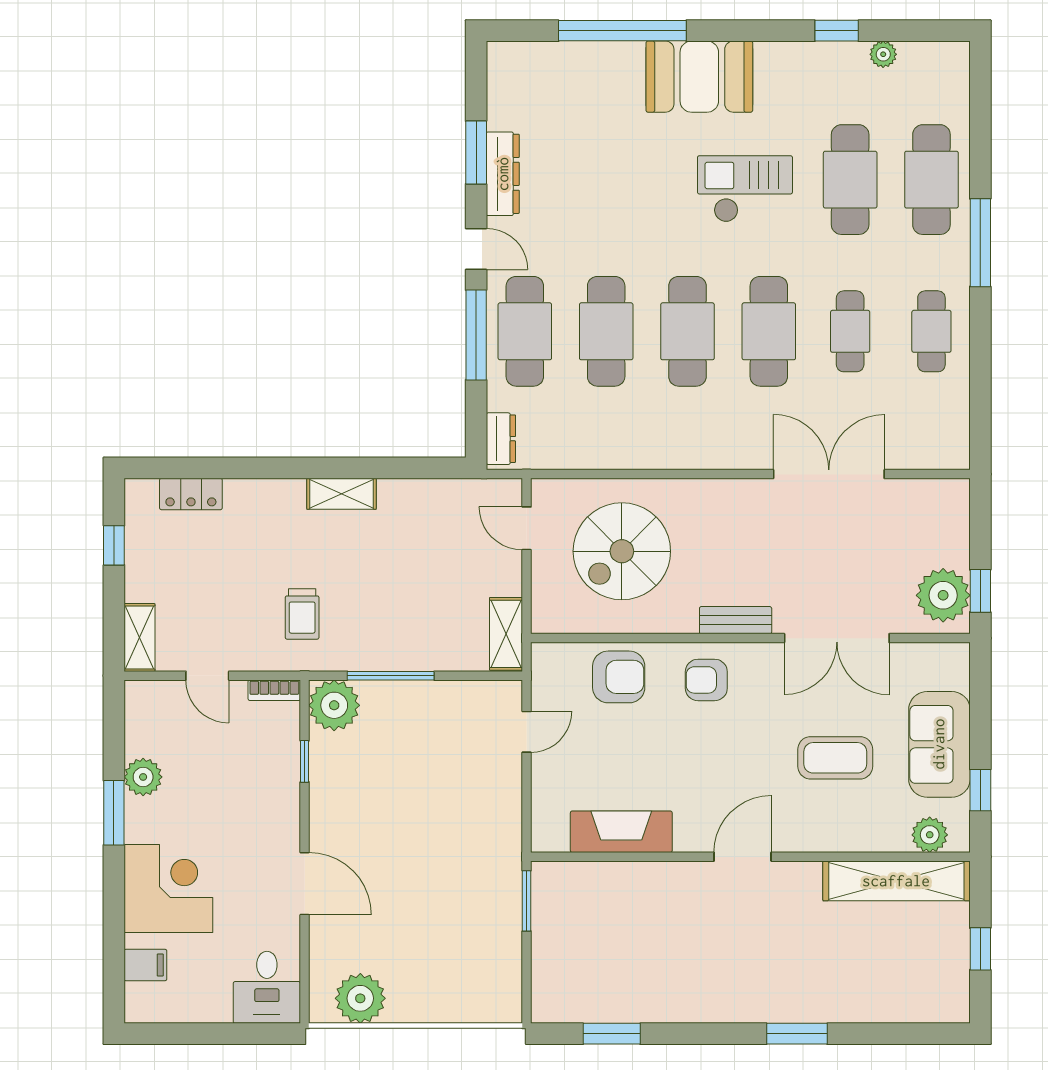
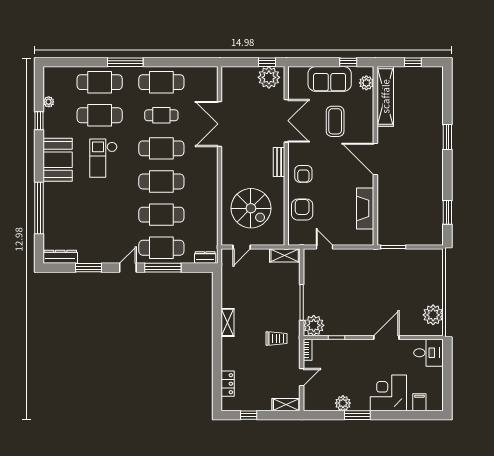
booth: (699, 77) -> (58, 160), moved
dresser: (503, 174) -> (60, 257), moved
cafe table: (931, 331) -> (161, 82), width x1.37, depth x1.35
door: (743, 857) -> (375, 159), width x1.36

